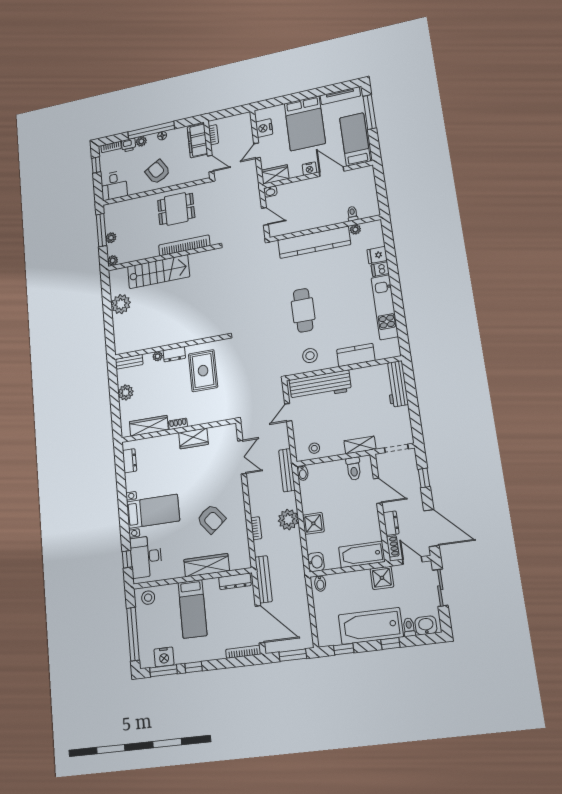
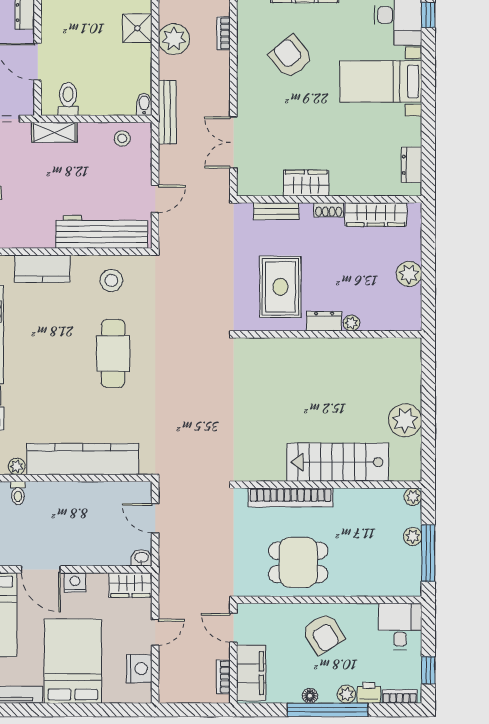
bench: (129, 362) -> (276, 211), moved

